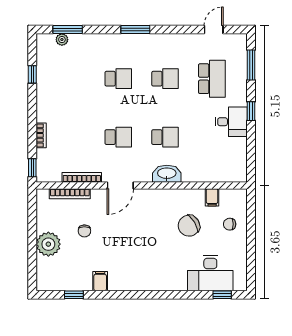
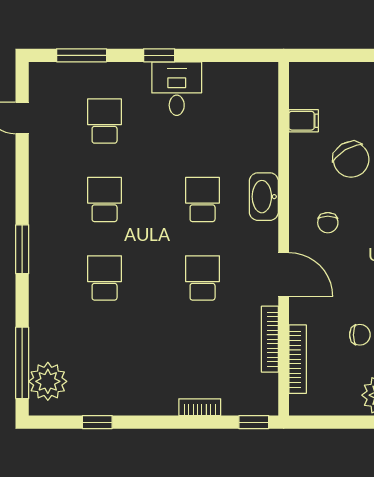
window: (68, 30) -> (22, 363), width x1.44
plant: (62, 40) -> (48, 381), width x1.88, depth x1.88
school desk: (212, 79) -> (105, 121), width x0.54
chair: (230, 224) -> (328, 223), moved

